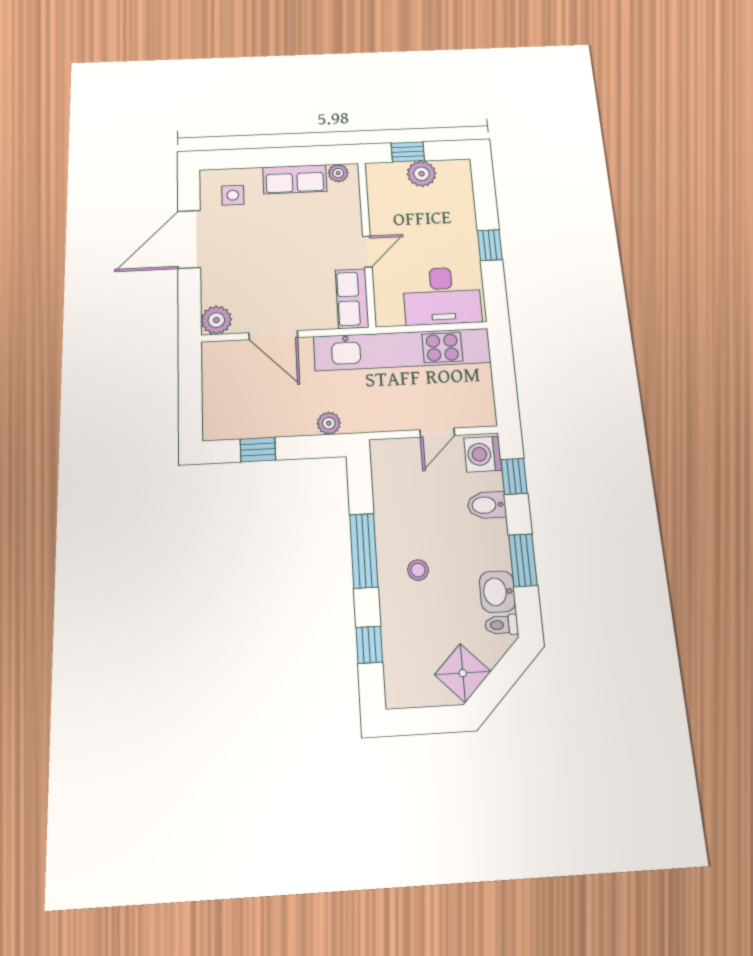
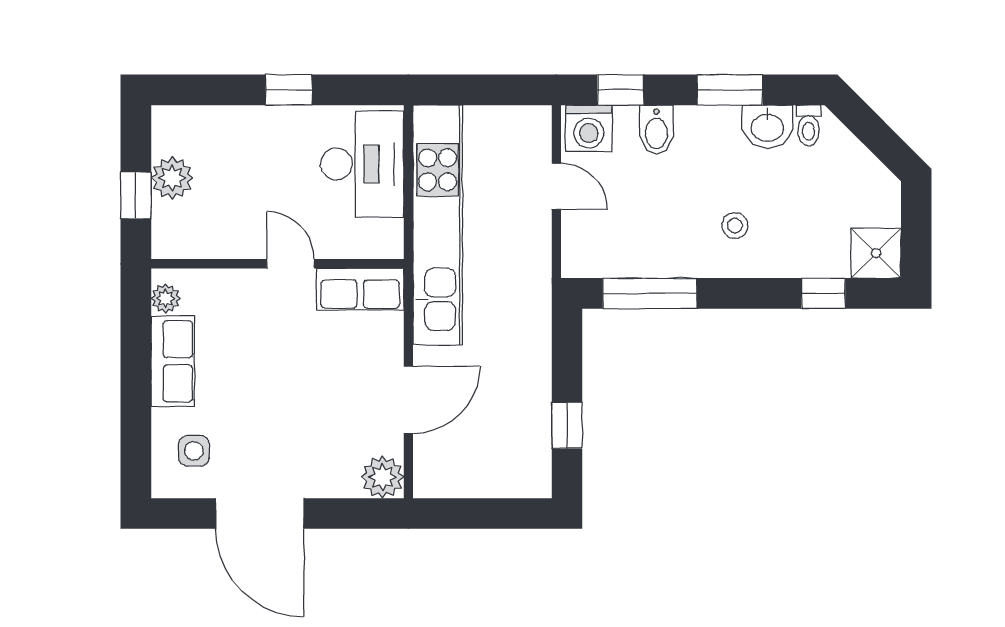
plant: (329, 423) -> (536, 330), removed
window: (364, 551) -> (650, 293), moved
shower: (463, 673) -> (876, 253), moved, turned 45

